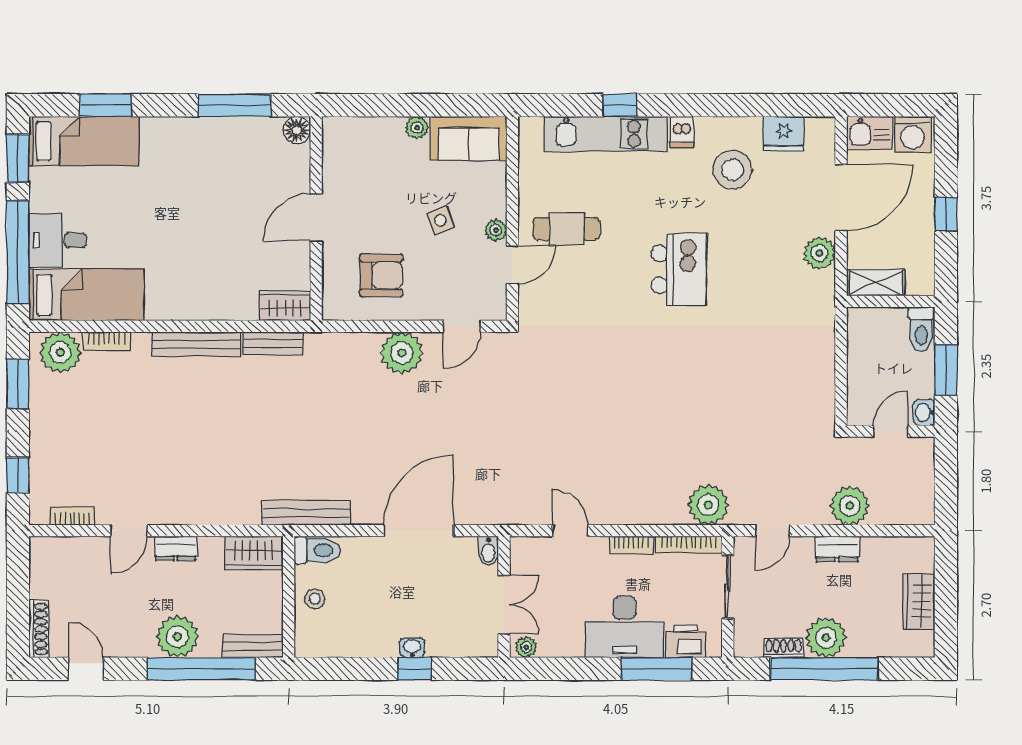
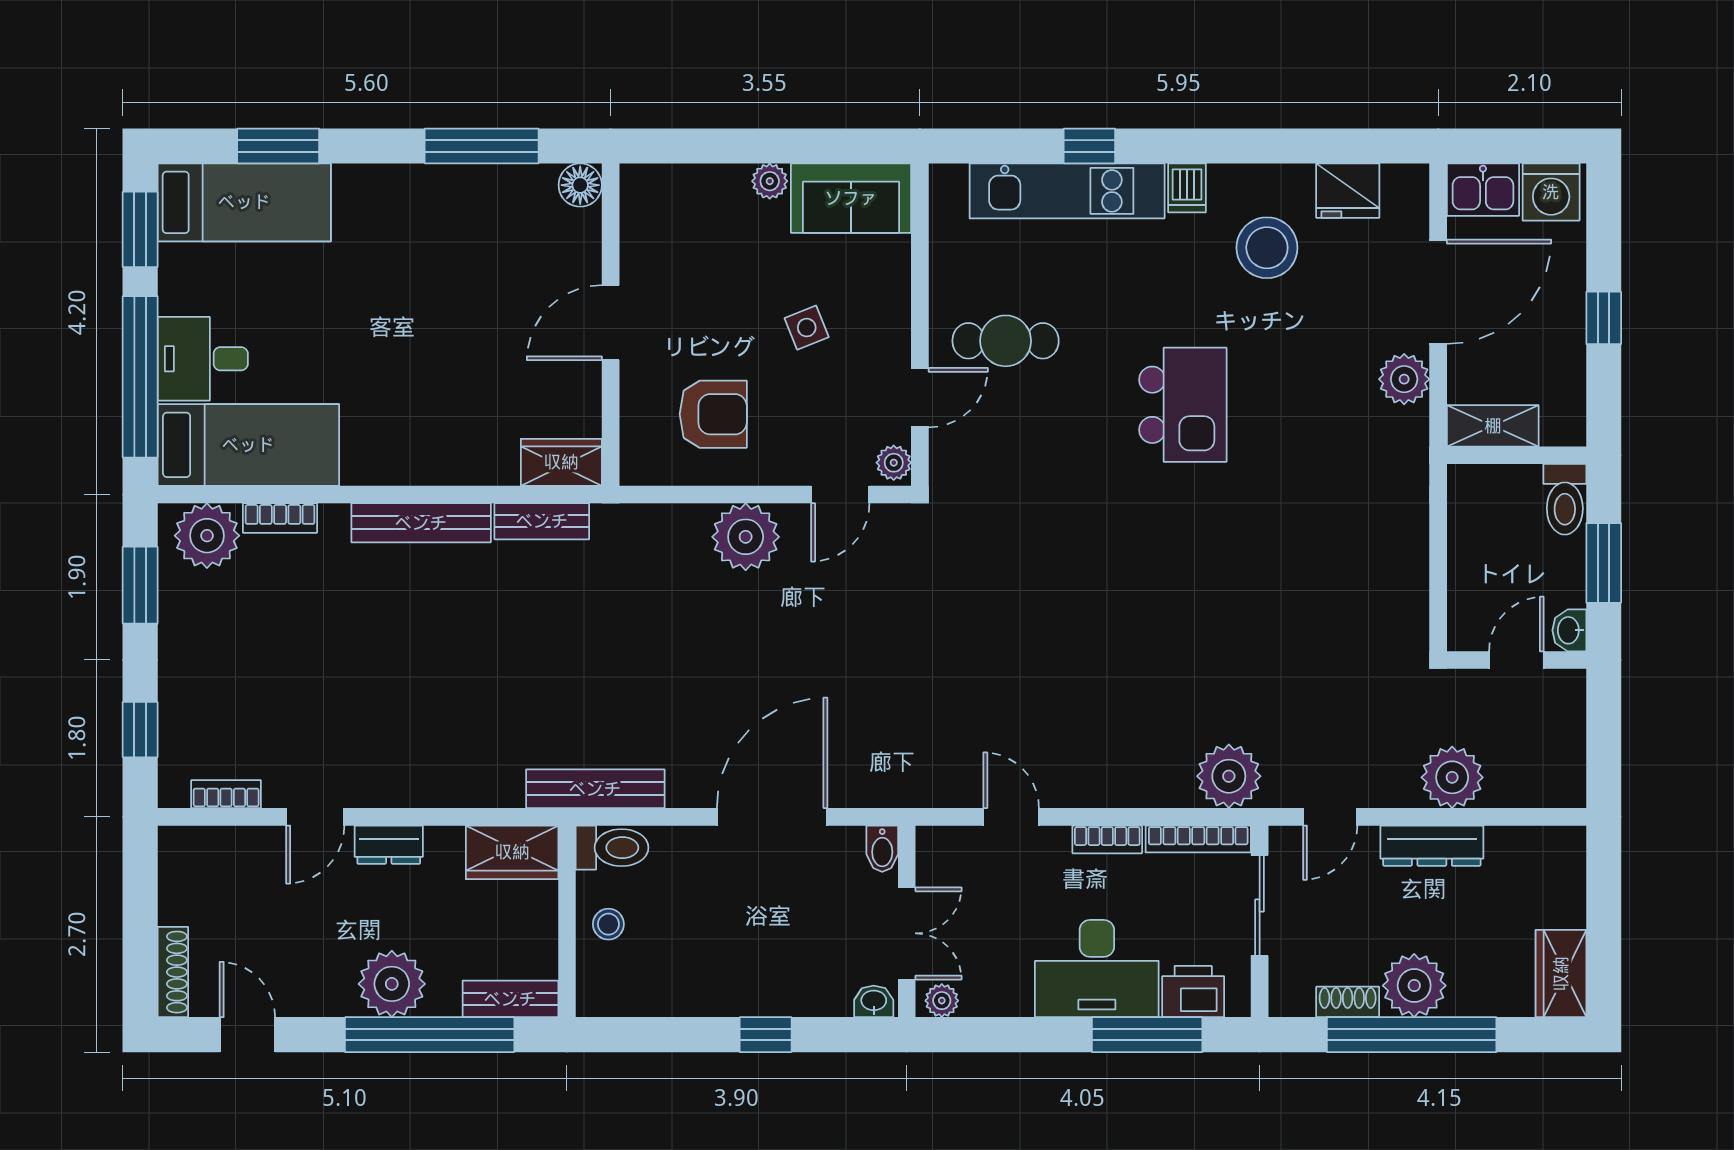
plant: (496, 230) -> (894, 463), moved
dresser: (837, 549) -> (1432, 846), width x1.44
wardrobe: (919, 601) -> (1561, 974), moved
washbasin: (412, 648) -> (874, 1001), moved

